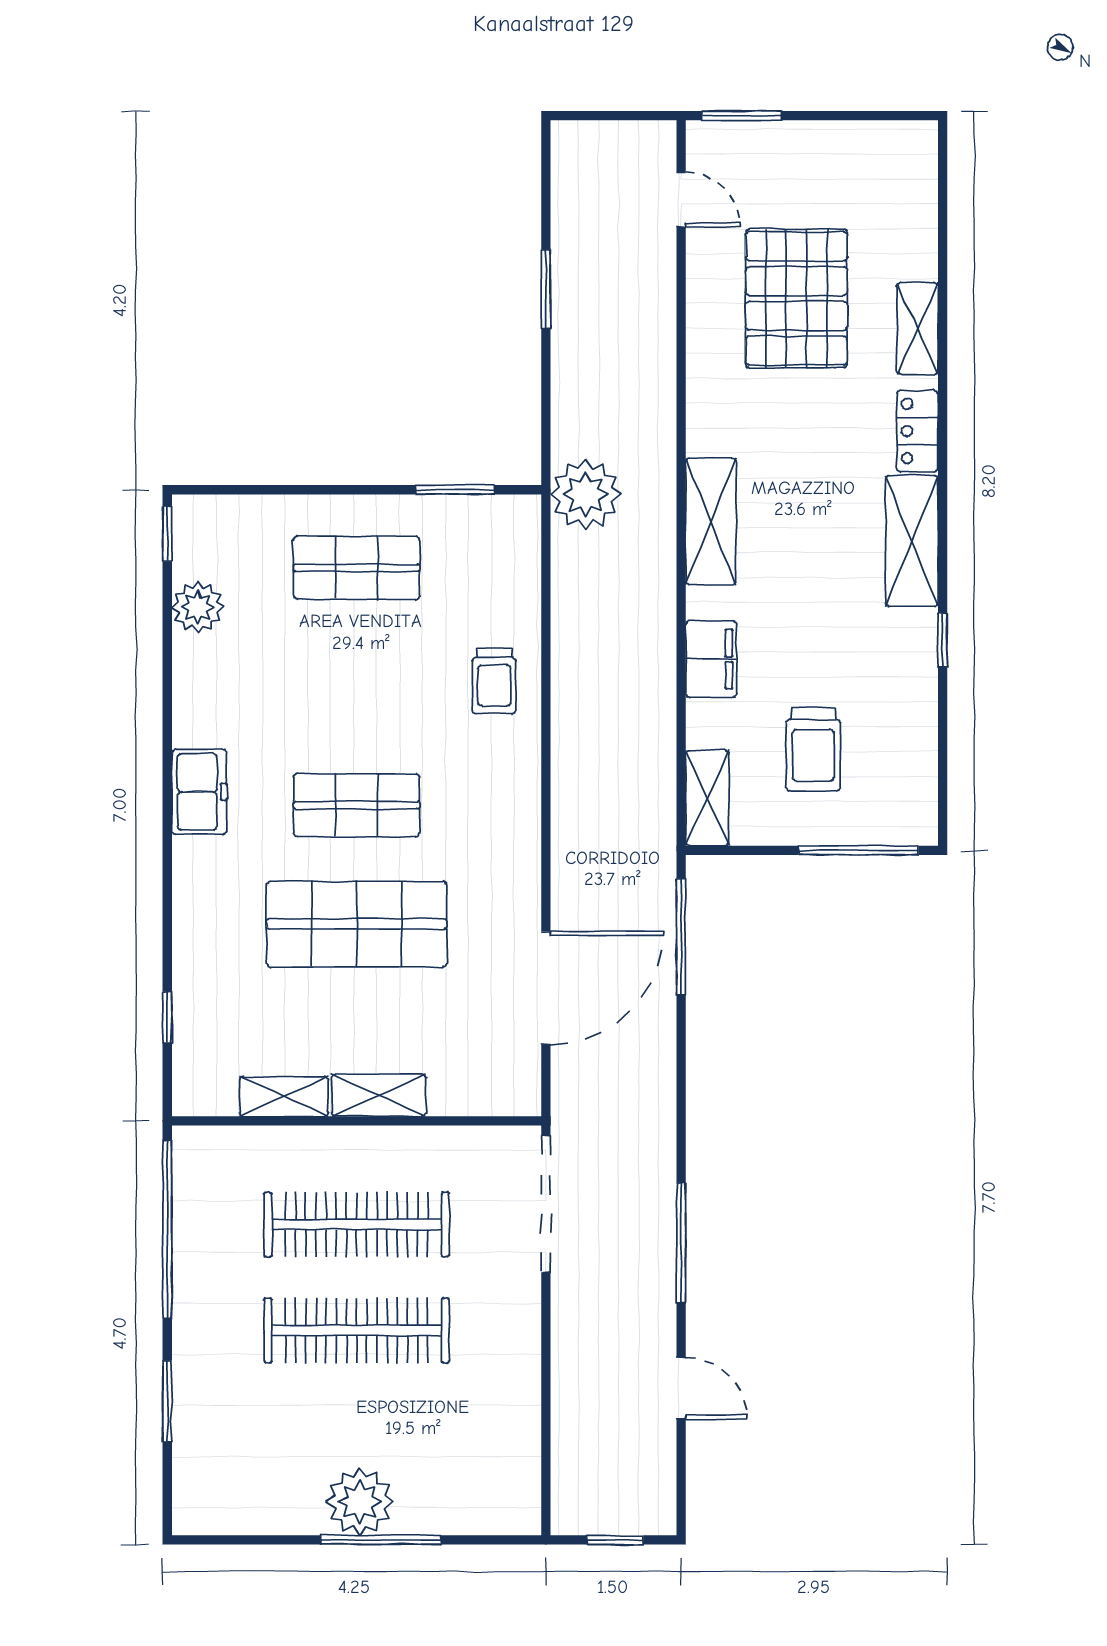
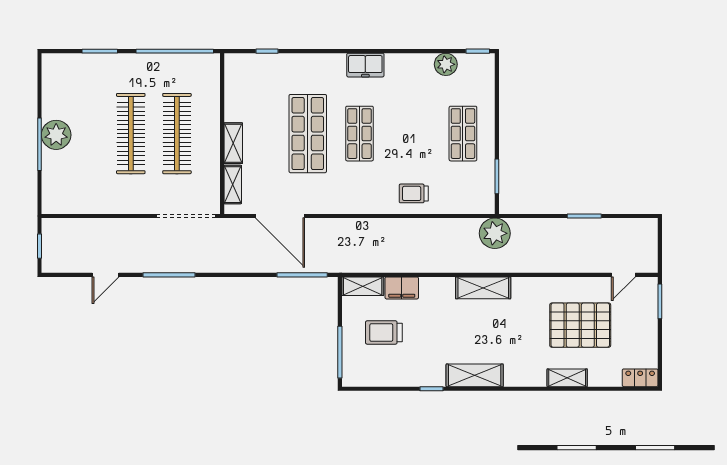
locker: (917, 431) -> (640, 378), moved
filing cabinet: (711, 659) -> (402, 288), moved
shelving: (284, 1096) -> (233, 185), moved

